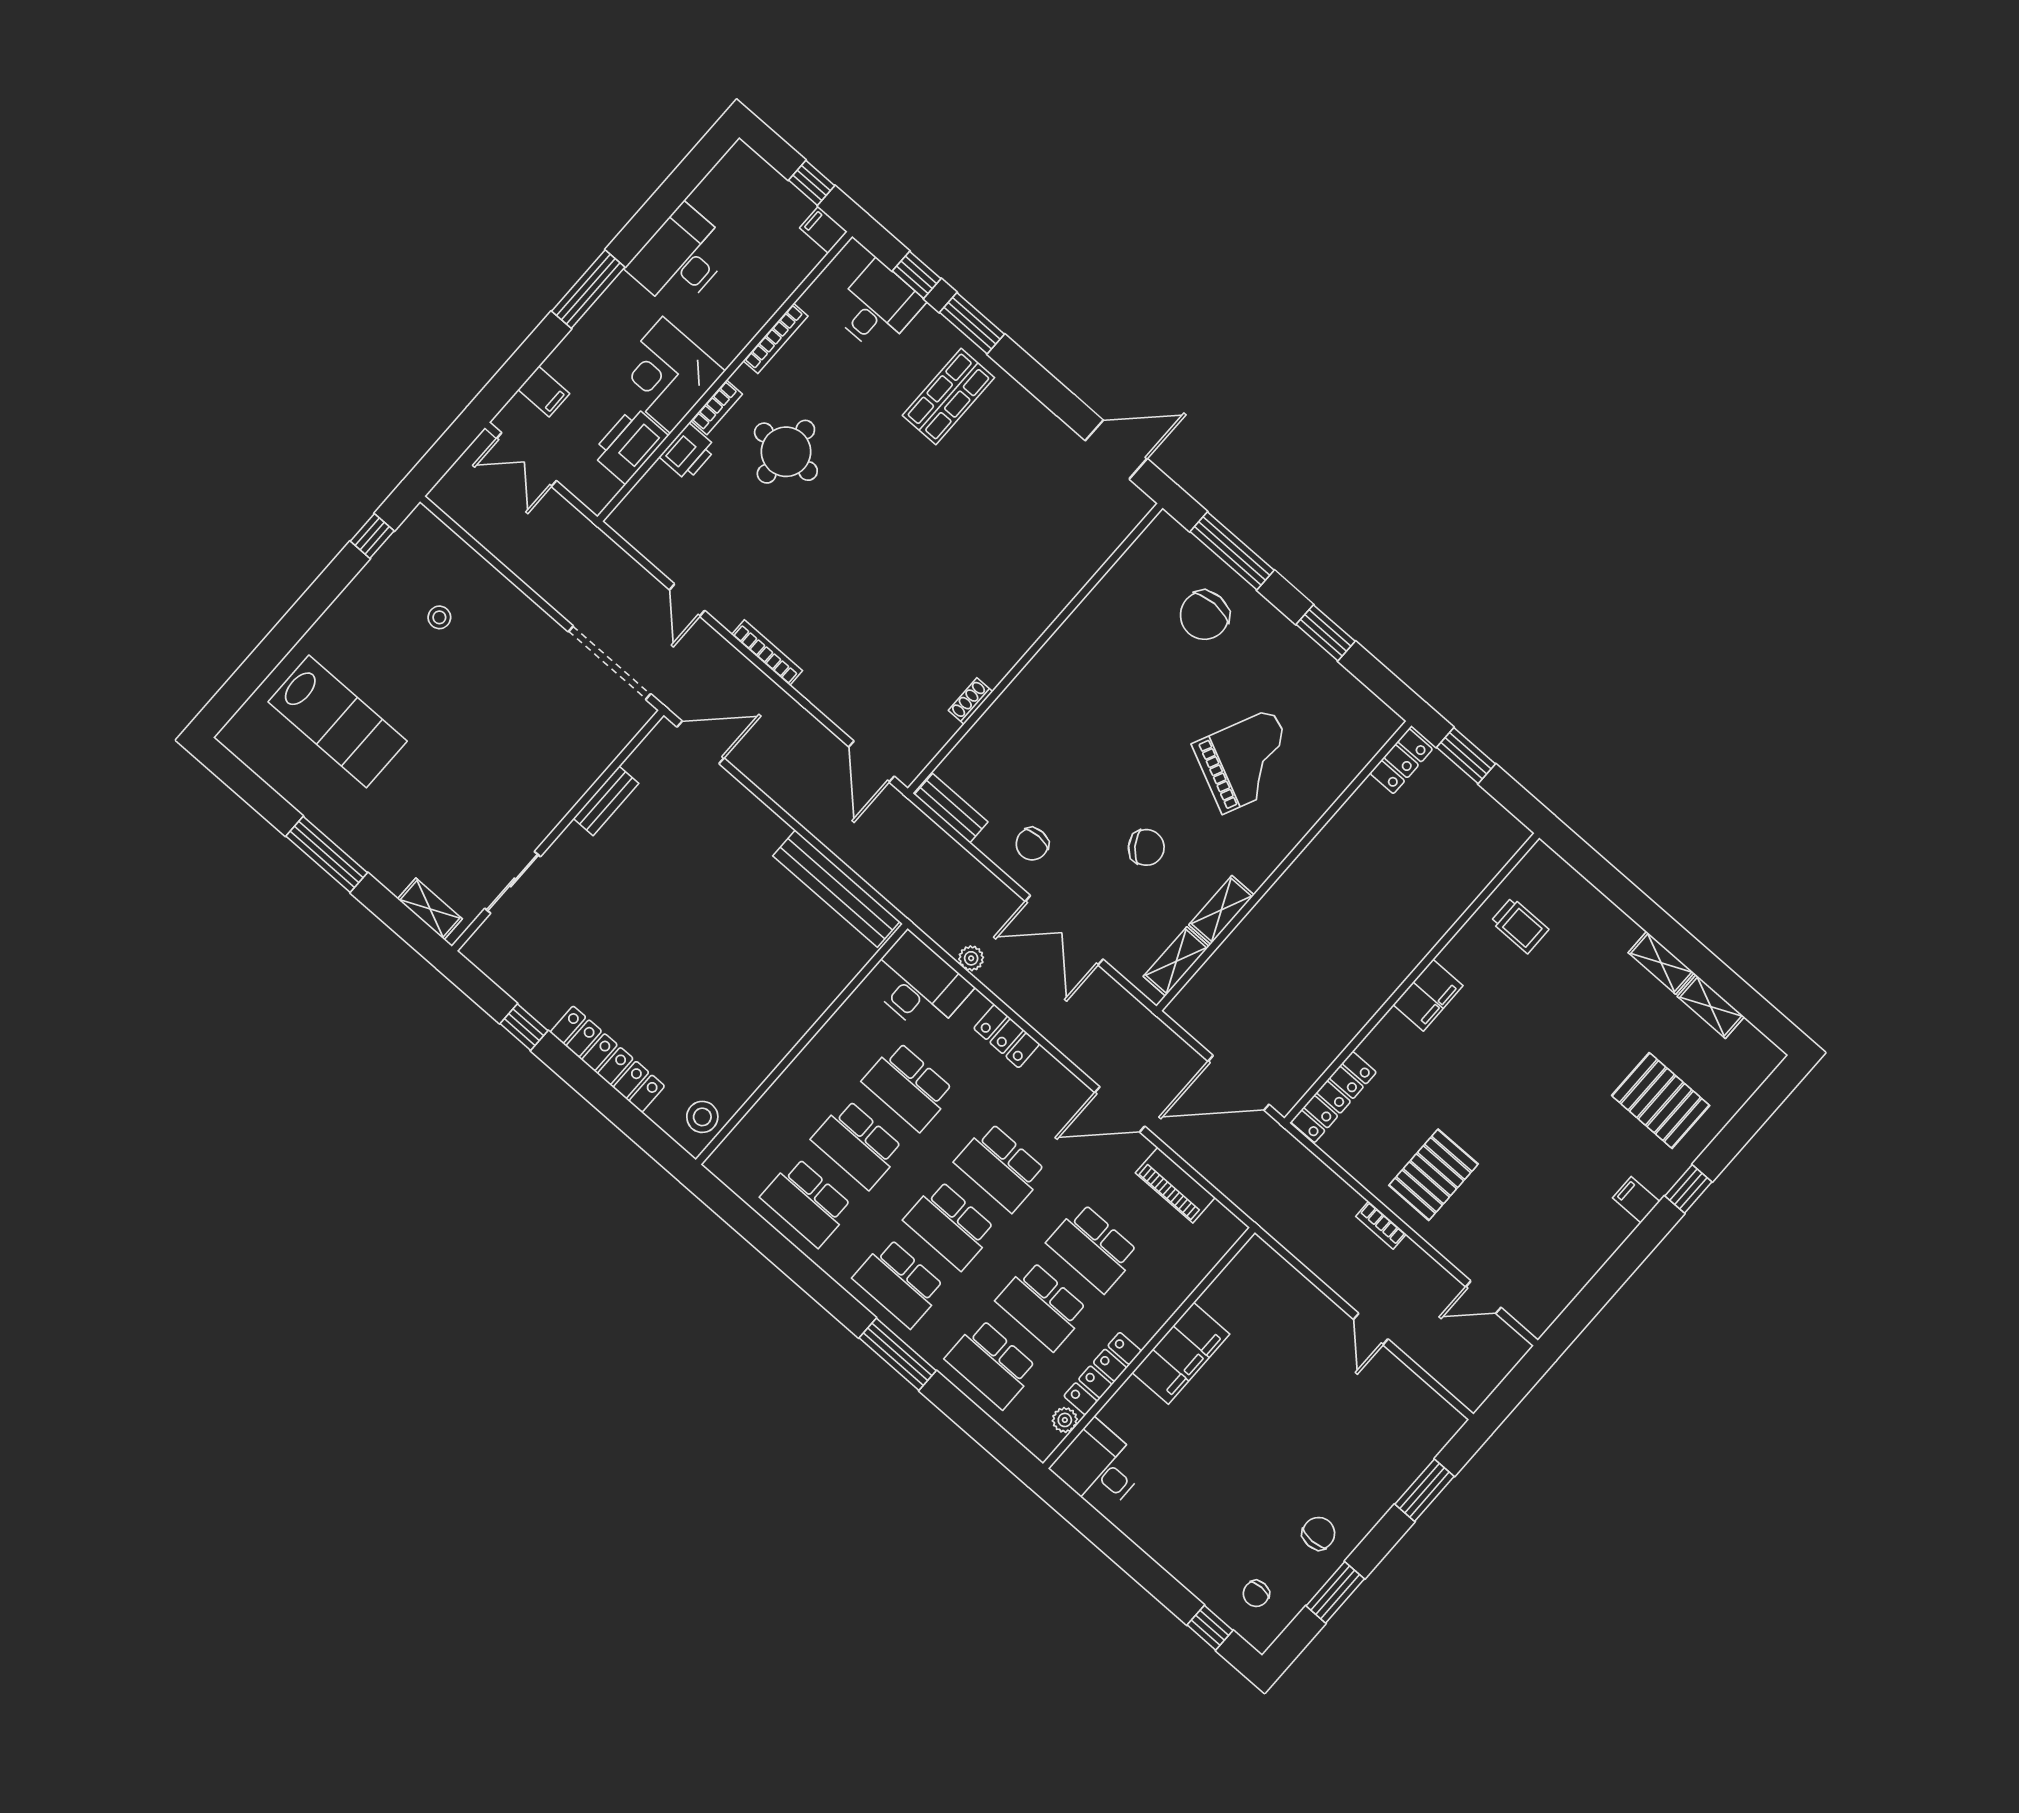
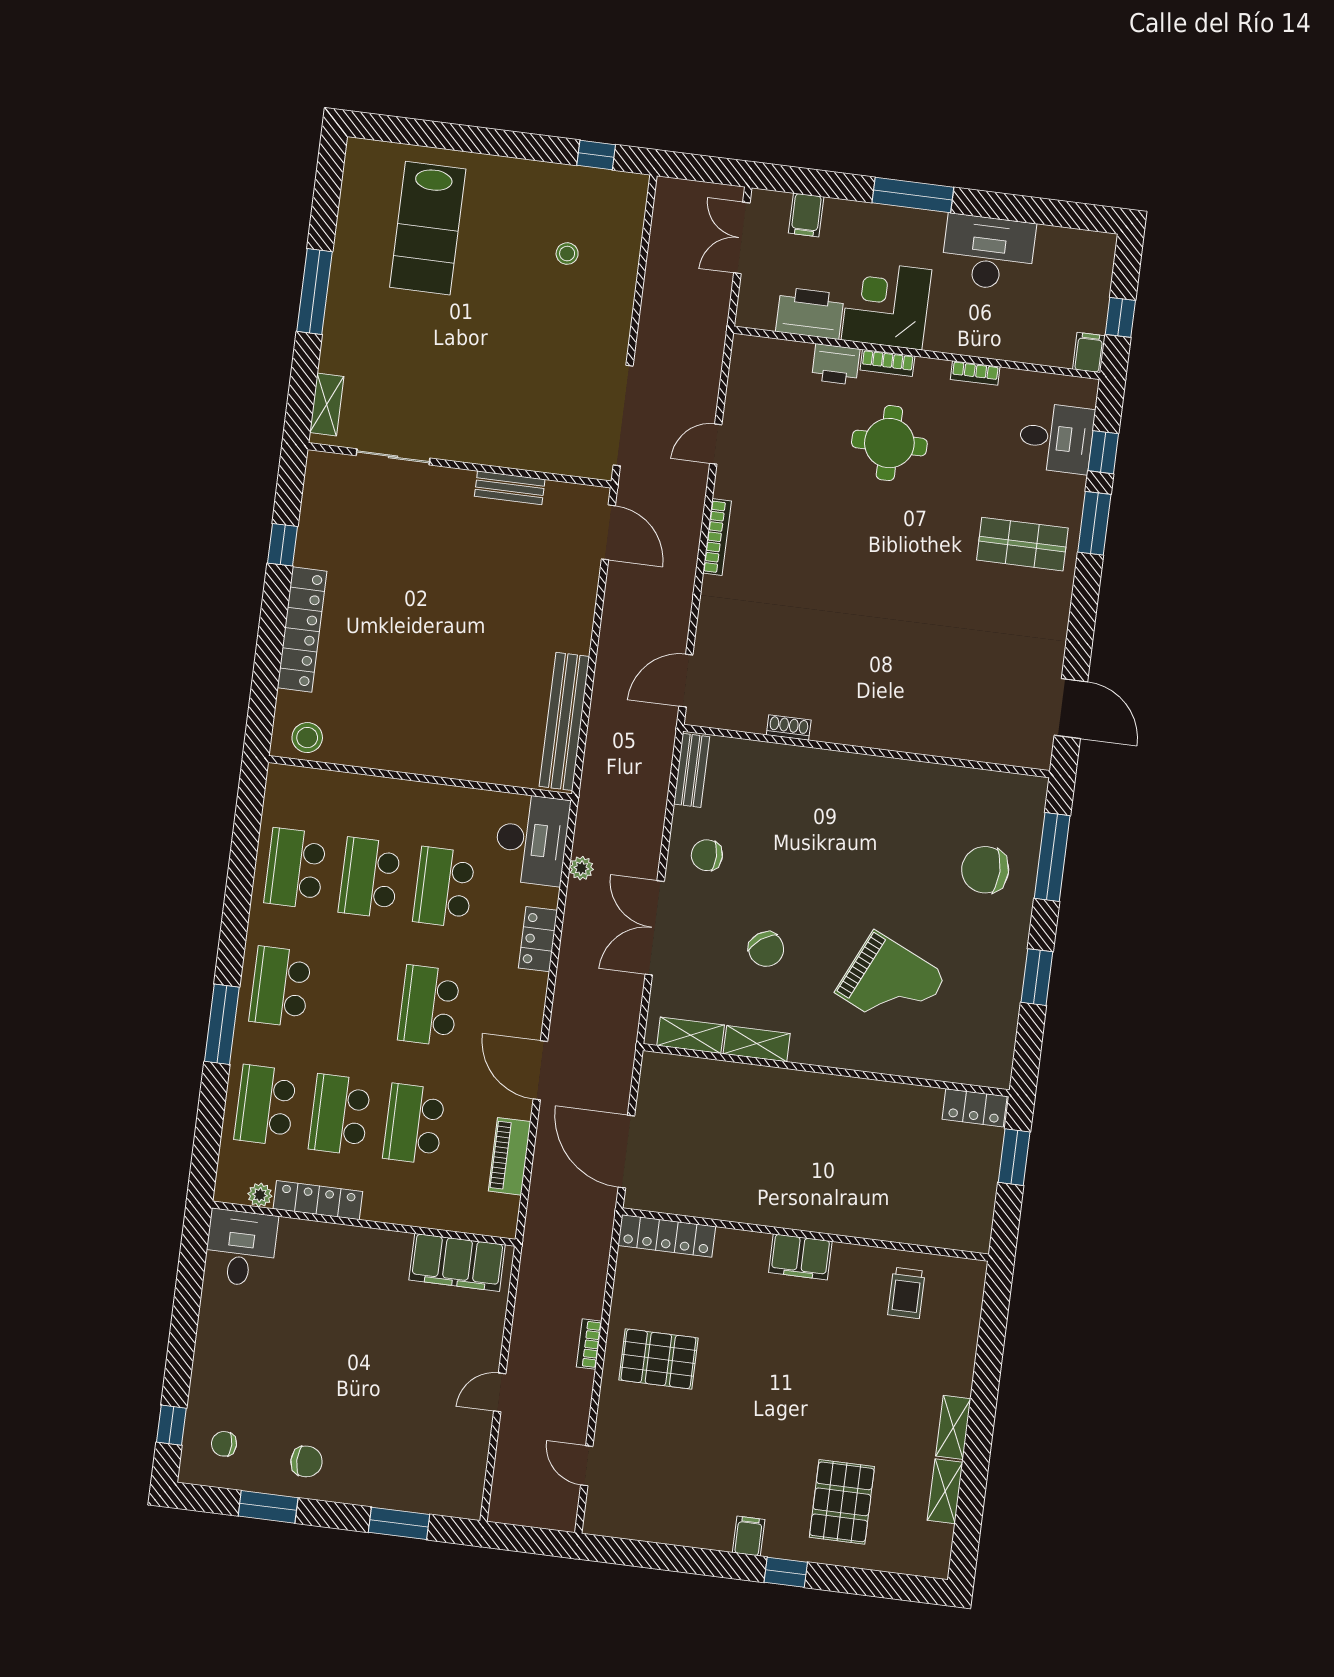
bookcase: (776, 338) -> (975, 373), width x0.64
school desk: (950, 1225) -> (355, 996), removed
filing cabinet: (1181, 1353) -> (457, 1262), moved

